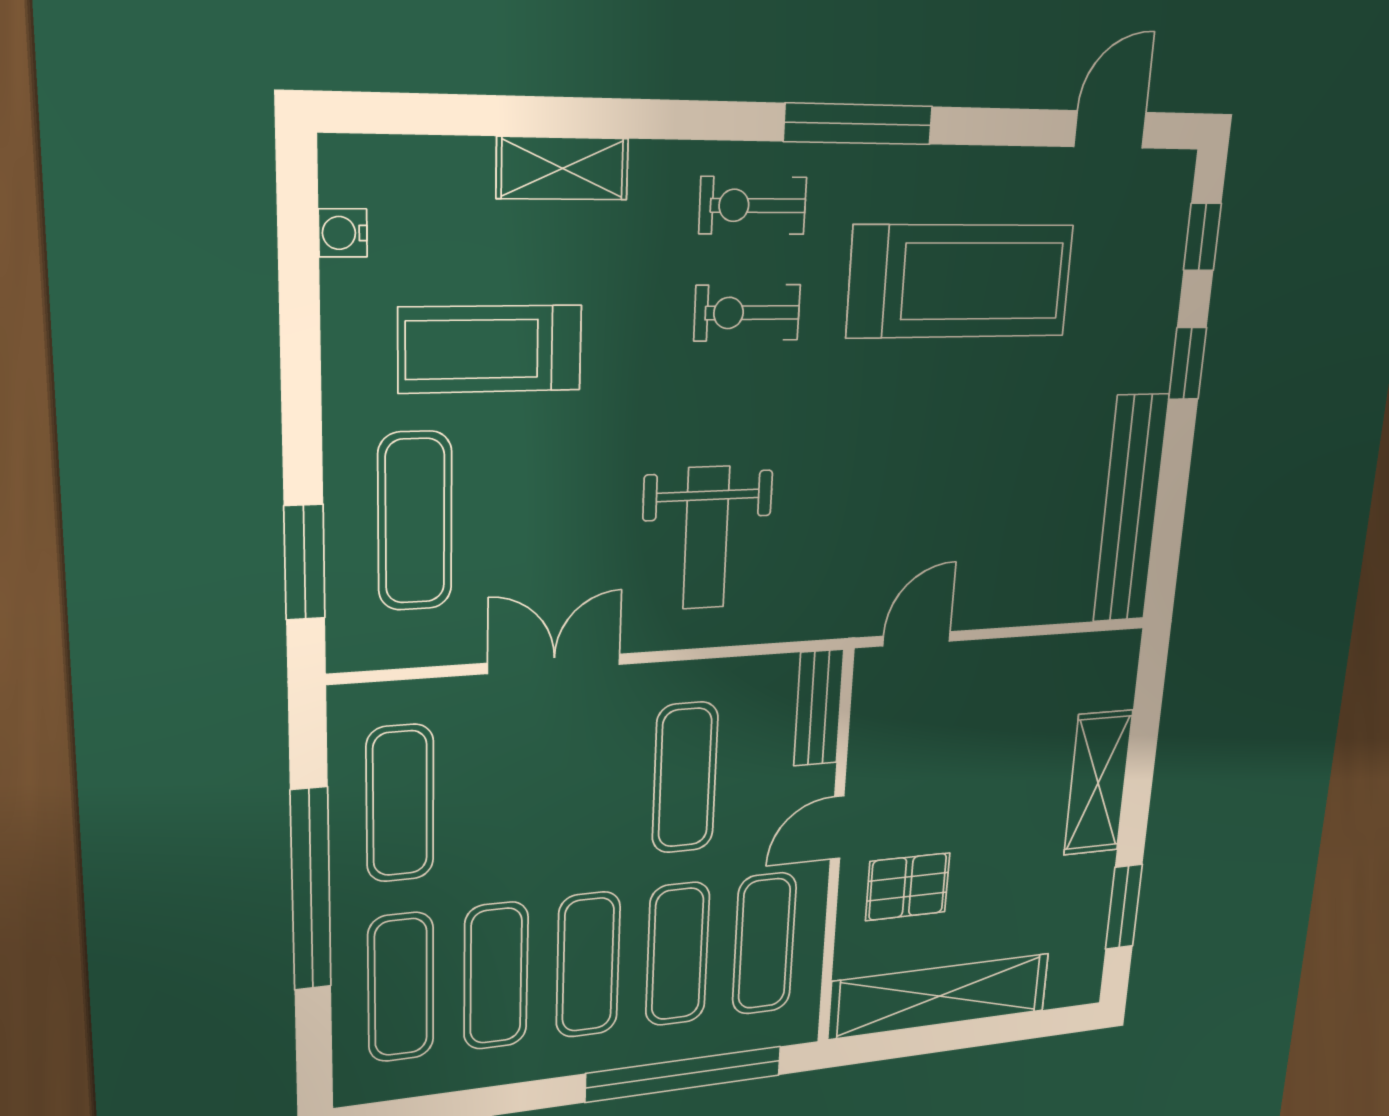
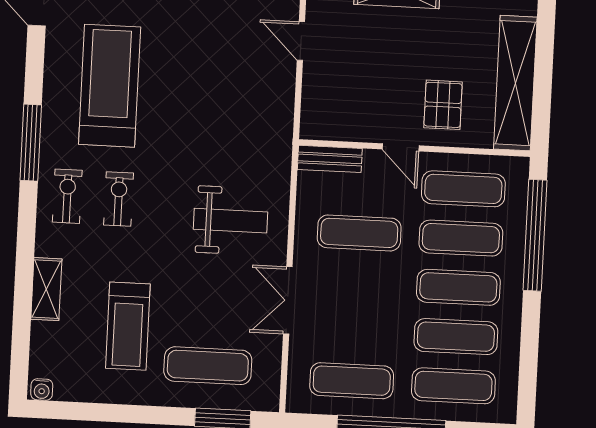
exercise bike: (753, 206) -> (67, 196), turned 180
water cooler: (343, 233) -> (42, 390), moved
exercise bike: (747, 313) -> (119, 199), turned 180
door: (917, 639) -> (301, 41), moved

